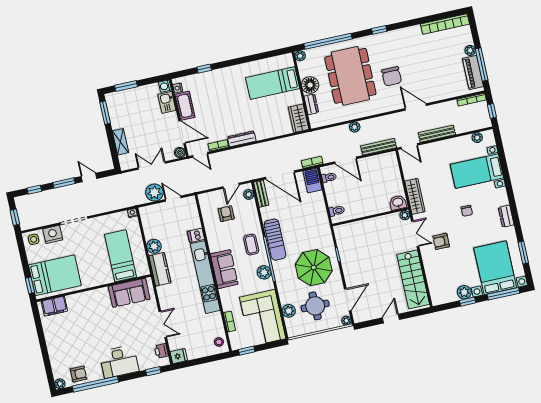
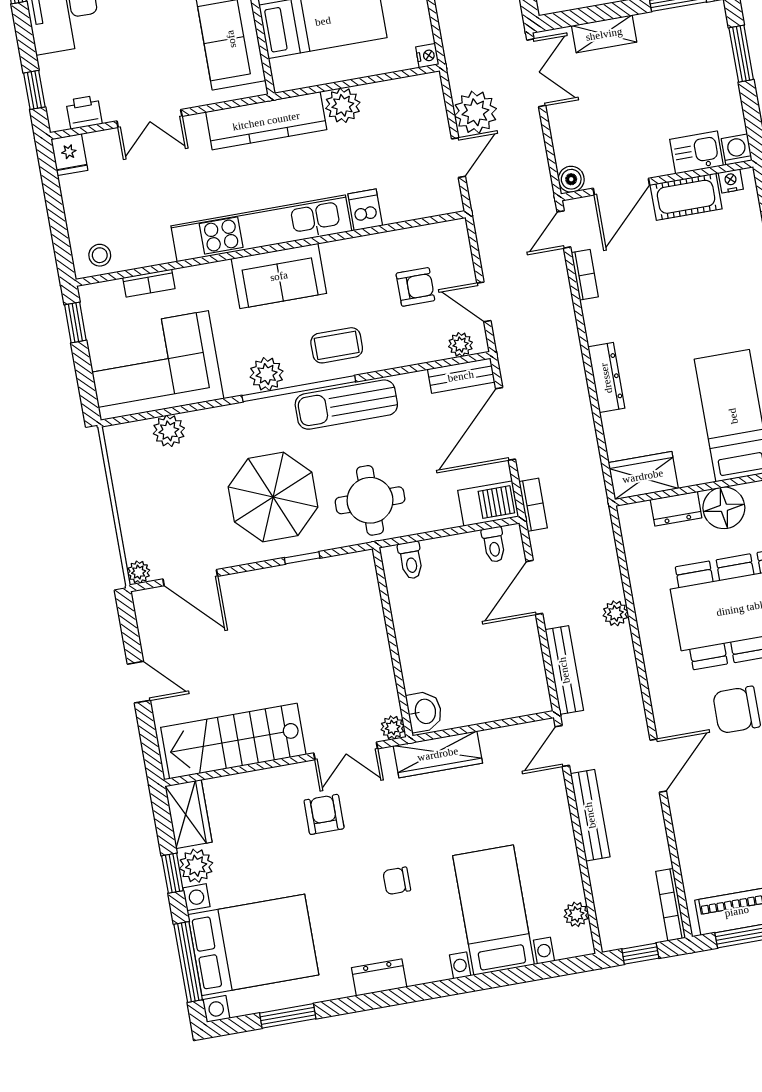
dresser: (242, 139) -> (606, 378), moved
double door: (152, 165) -> (536, 73), moved
kitchen counter: (160, 269) -> (266, 121), width x1.50
wardrobe: (443, 296) -> (188, 814), added
round table: (315, 306) -> (370, 500), moved

